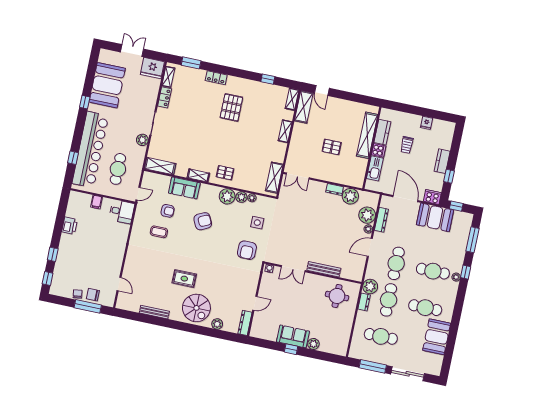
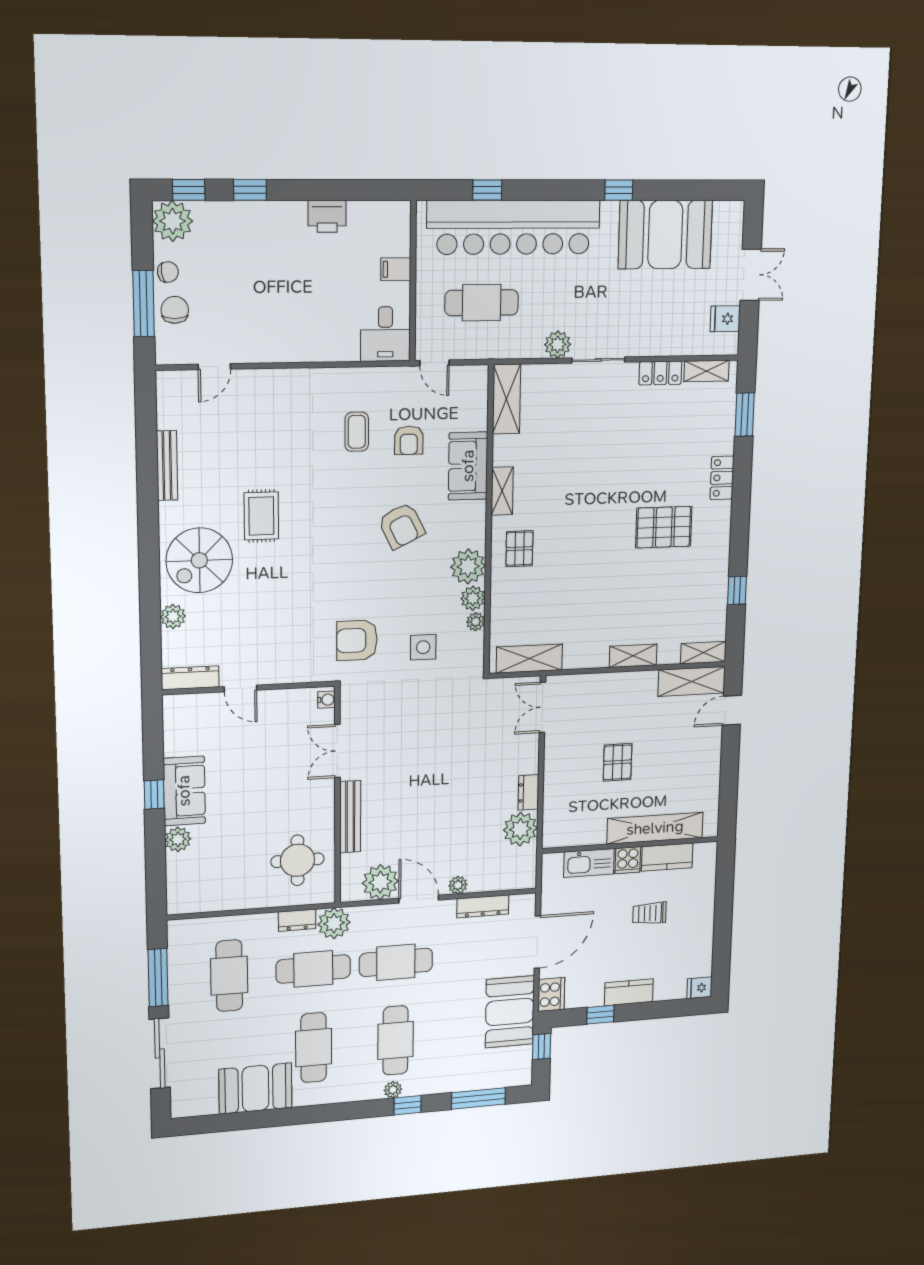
fridge: (152, 68) -> (725, 319), width x0.53, depth x0.75
fridge: (427, 123) -> (700, 988), moved
plant: (367, 215) -> (380, 882), moved
plant: (58, 288) -> (173, 221), added

